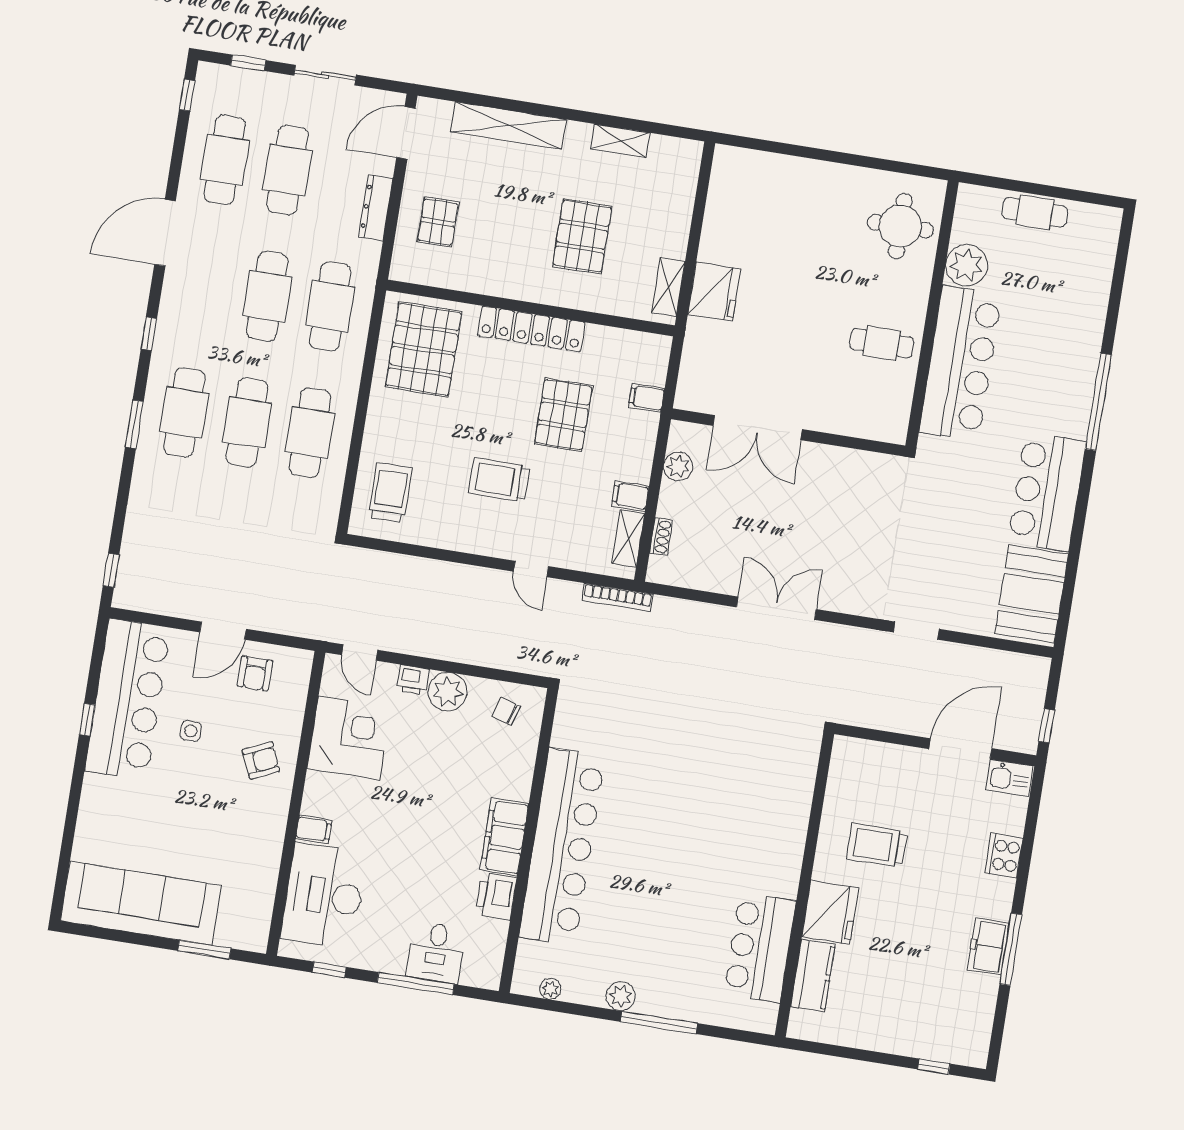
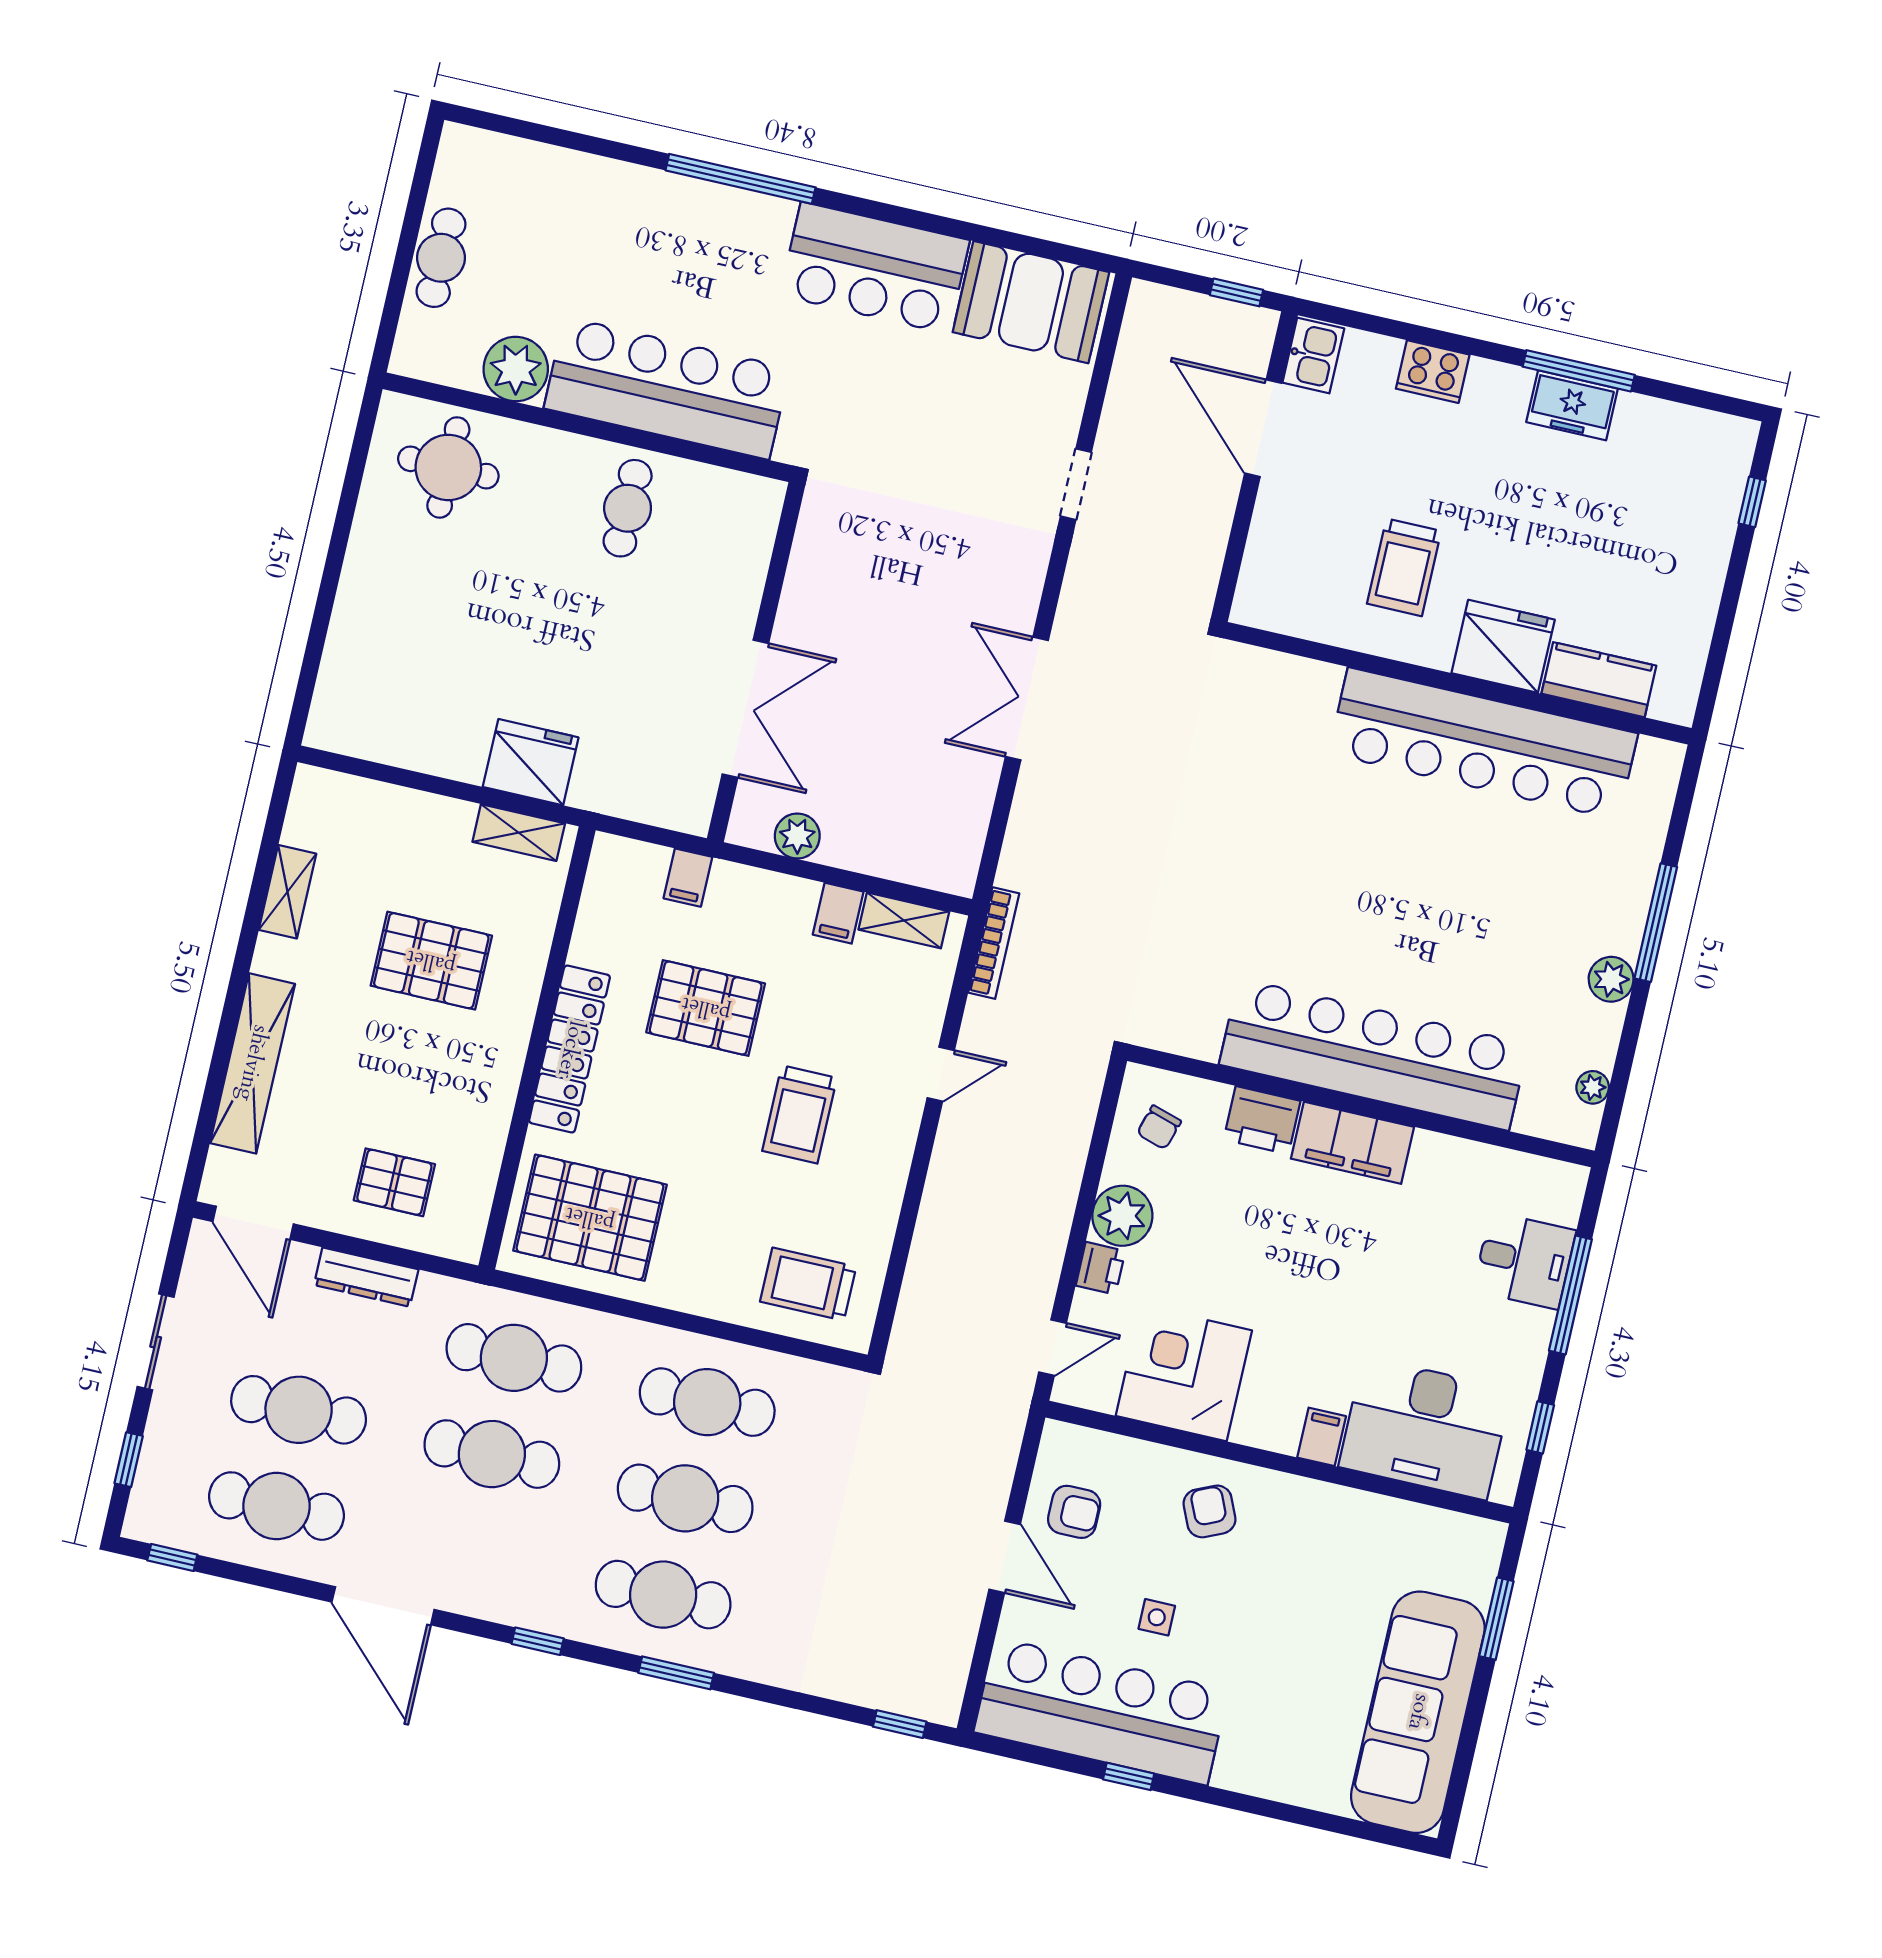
shoe rack: (661, 537) -> (904, 870), removed
printer: (496, 896) -> (1262, 1120), moved
bar counter: (760, 948) -> (1483, 743), width x1.86

